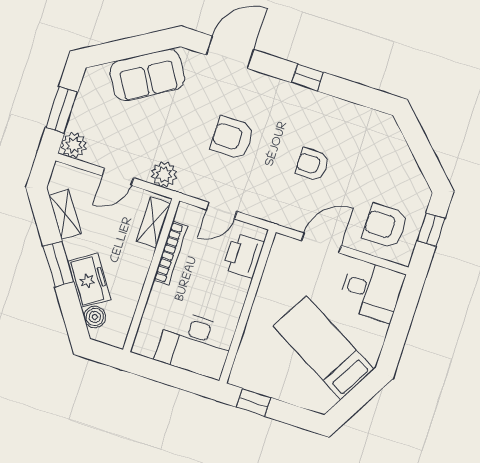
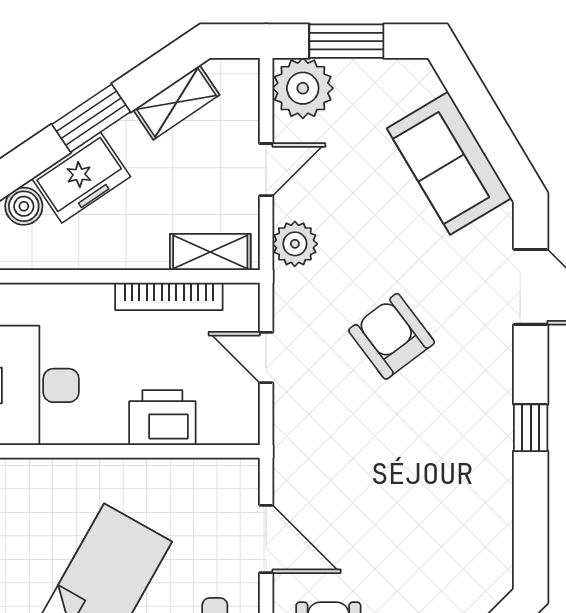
armchair: (232, 138) -> (392, 336), turned -37
plant: (74, 145) -> (303, 88), width x1.36, depth x1.36
armchair: (312, 165) -> (390, 482), removed
door: (118, 177) -> (266, 170), swing flipped
printer: (244, 255) -> (162, 418), moved

